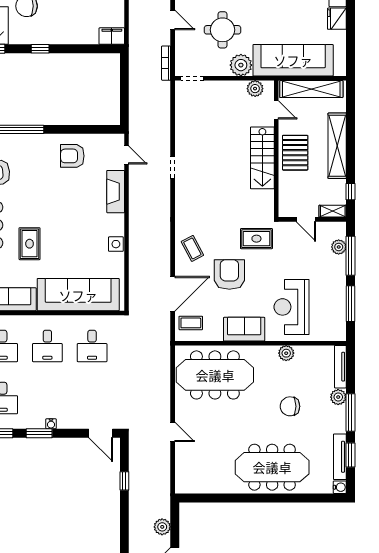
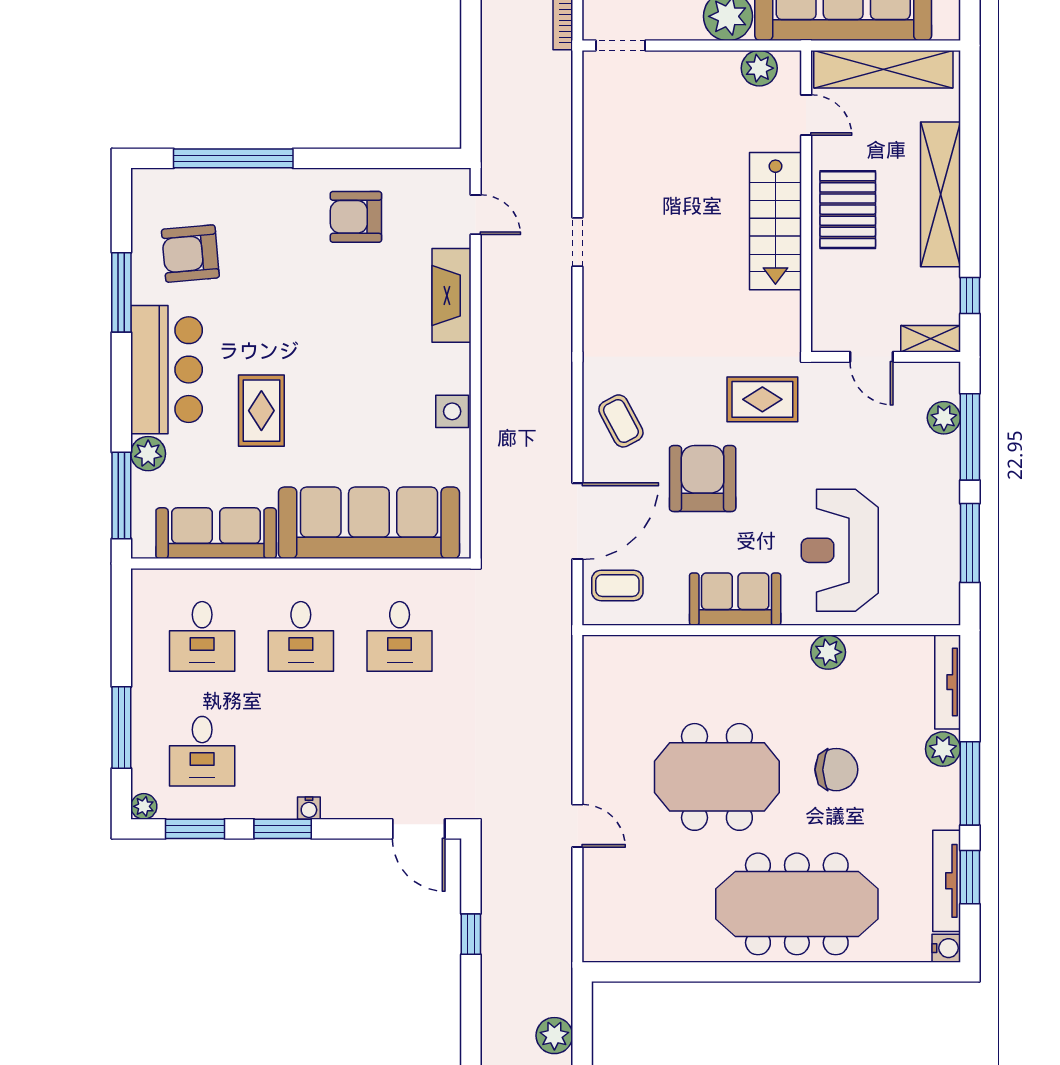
meeting table: (215, 375) -> (717, 777), moved, width x0.73
chair: (290, 406) -> (836, 770), turned 180

